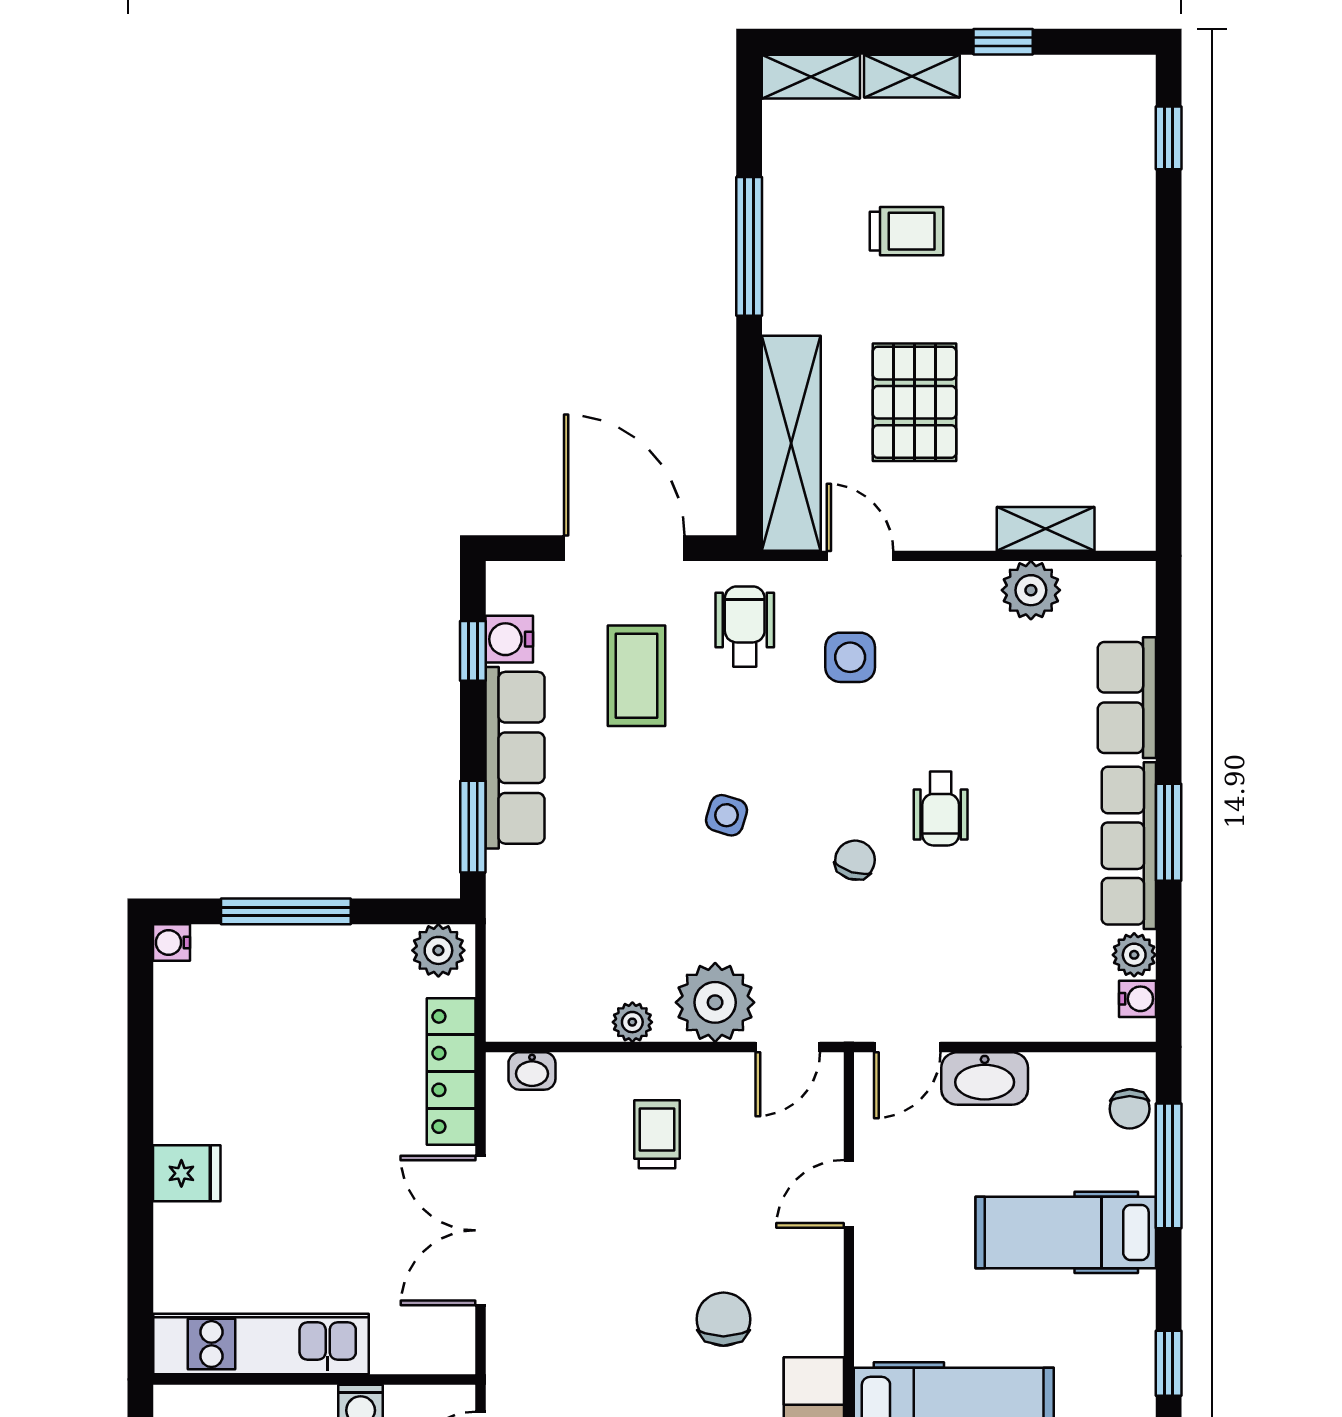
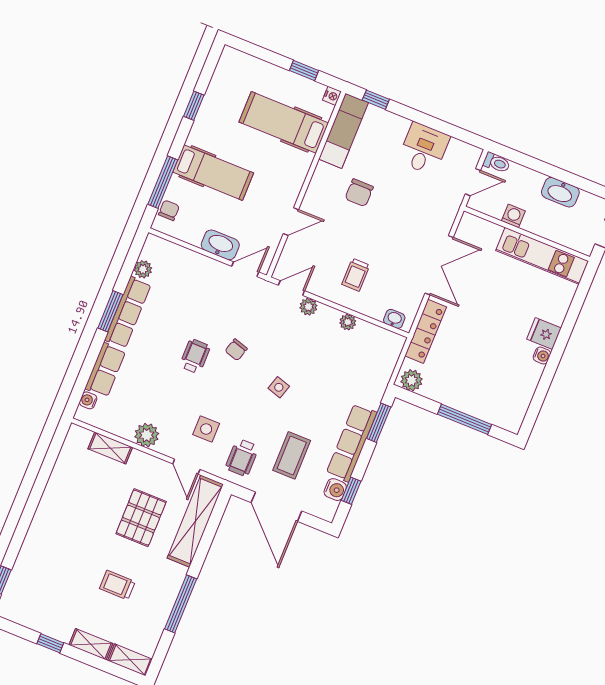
plant: (1031, 590) -> (147, 435), moved
water cooler: (171, 942) -> (542, 356), moved
water cooler: (1137, 999) -> (88, 400), moved
plant: (715, 1002) -> (308, 307), width x0.53, depth x0.53

